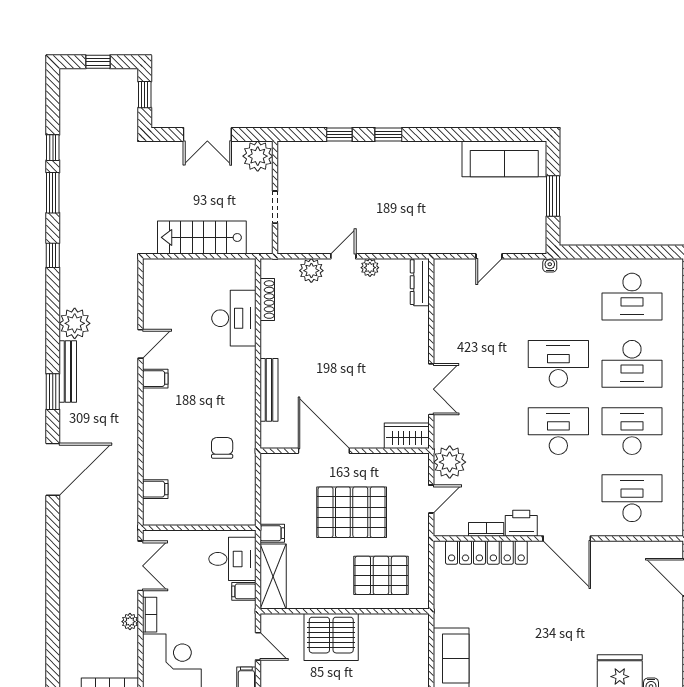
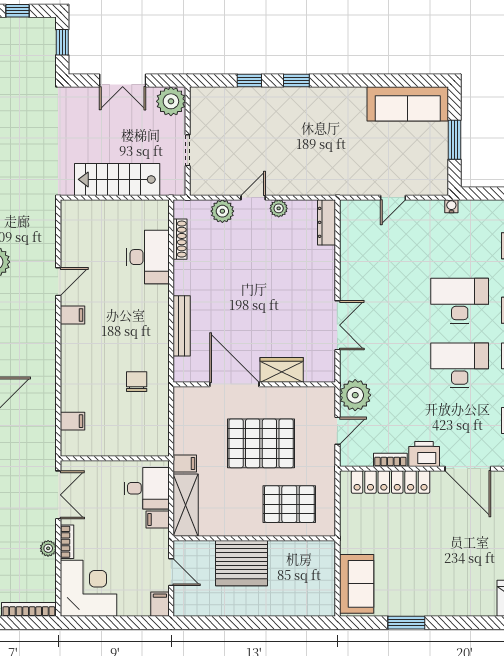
wardrobe: (407, 436) -> (282, 370), moved

